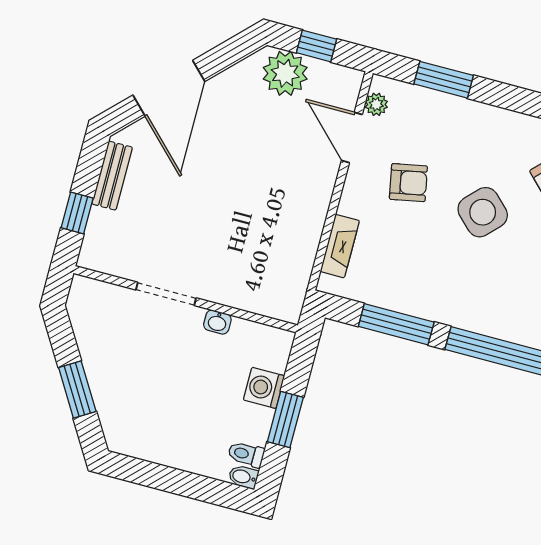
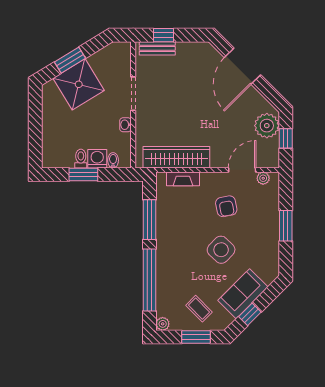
window: (444, 80) -> (286, 226), moved
door: (169, 88) -> (242, 66), hinge flipped
bench: (112, 176) -> (157, 48), moved
wardrobe: (299, 247) -> (176, 157), added
shower: (124, 386) -> (79, 84), added
toilet: (246, 454) -> (81, 159), moved
bidet: (243, 477) -> (113, 160), moved

